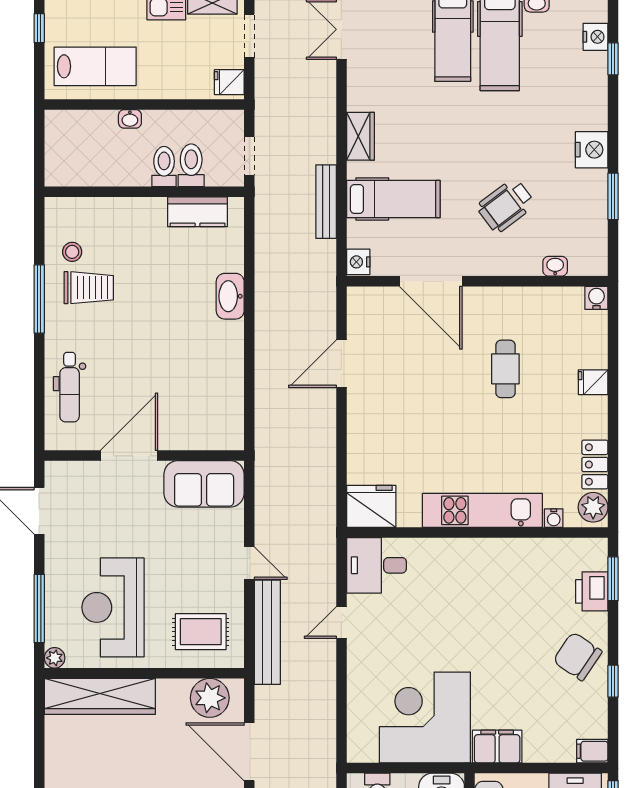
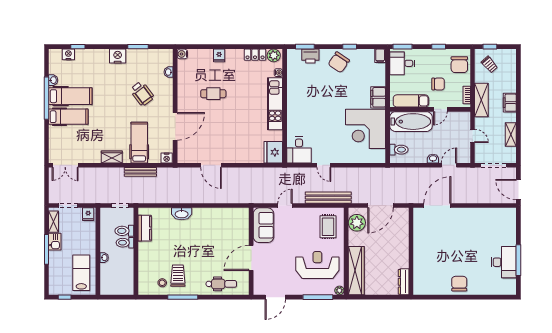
door: (129, 456) -> (251, 258), hinge flipped
door: (249, 563) -> (285, 206), moved
reception desk: (113, 607) -> (317, 265), turned 180

